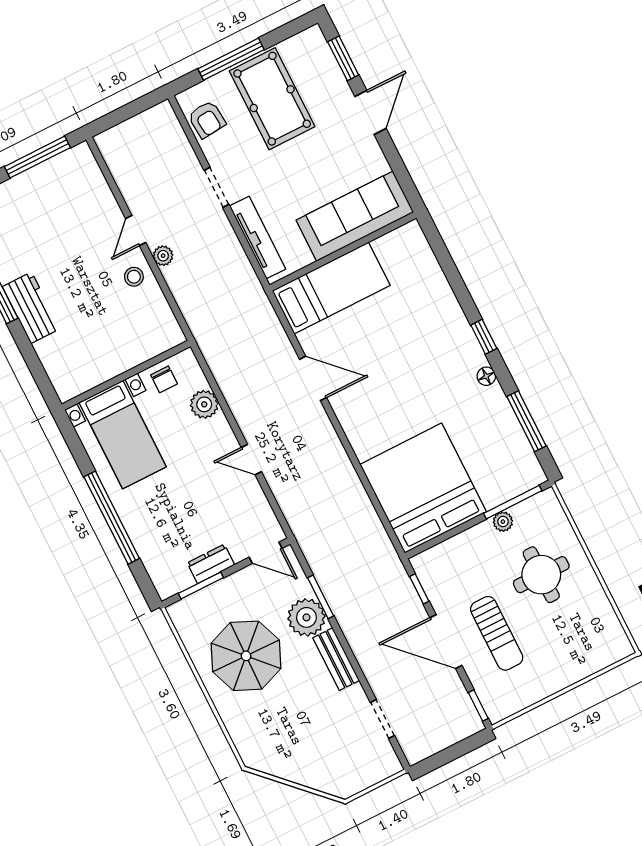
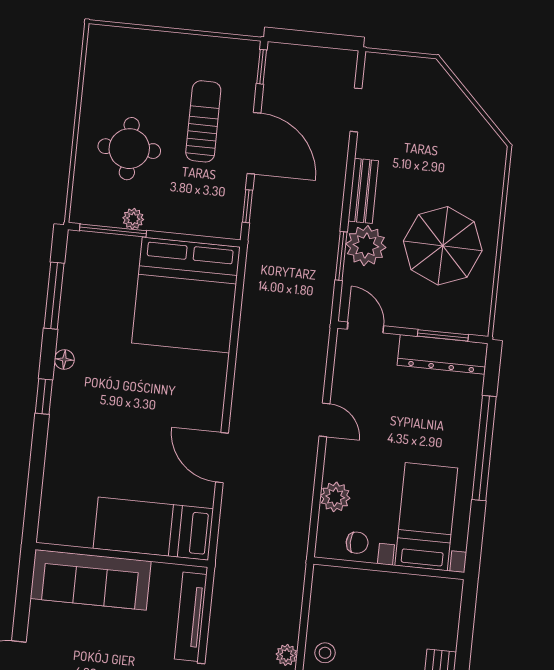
chair: (164, 379) -> (357, 543), turned 90
dresser: (211, 564) -> (442, 354), width x1.96, depth x1.24

